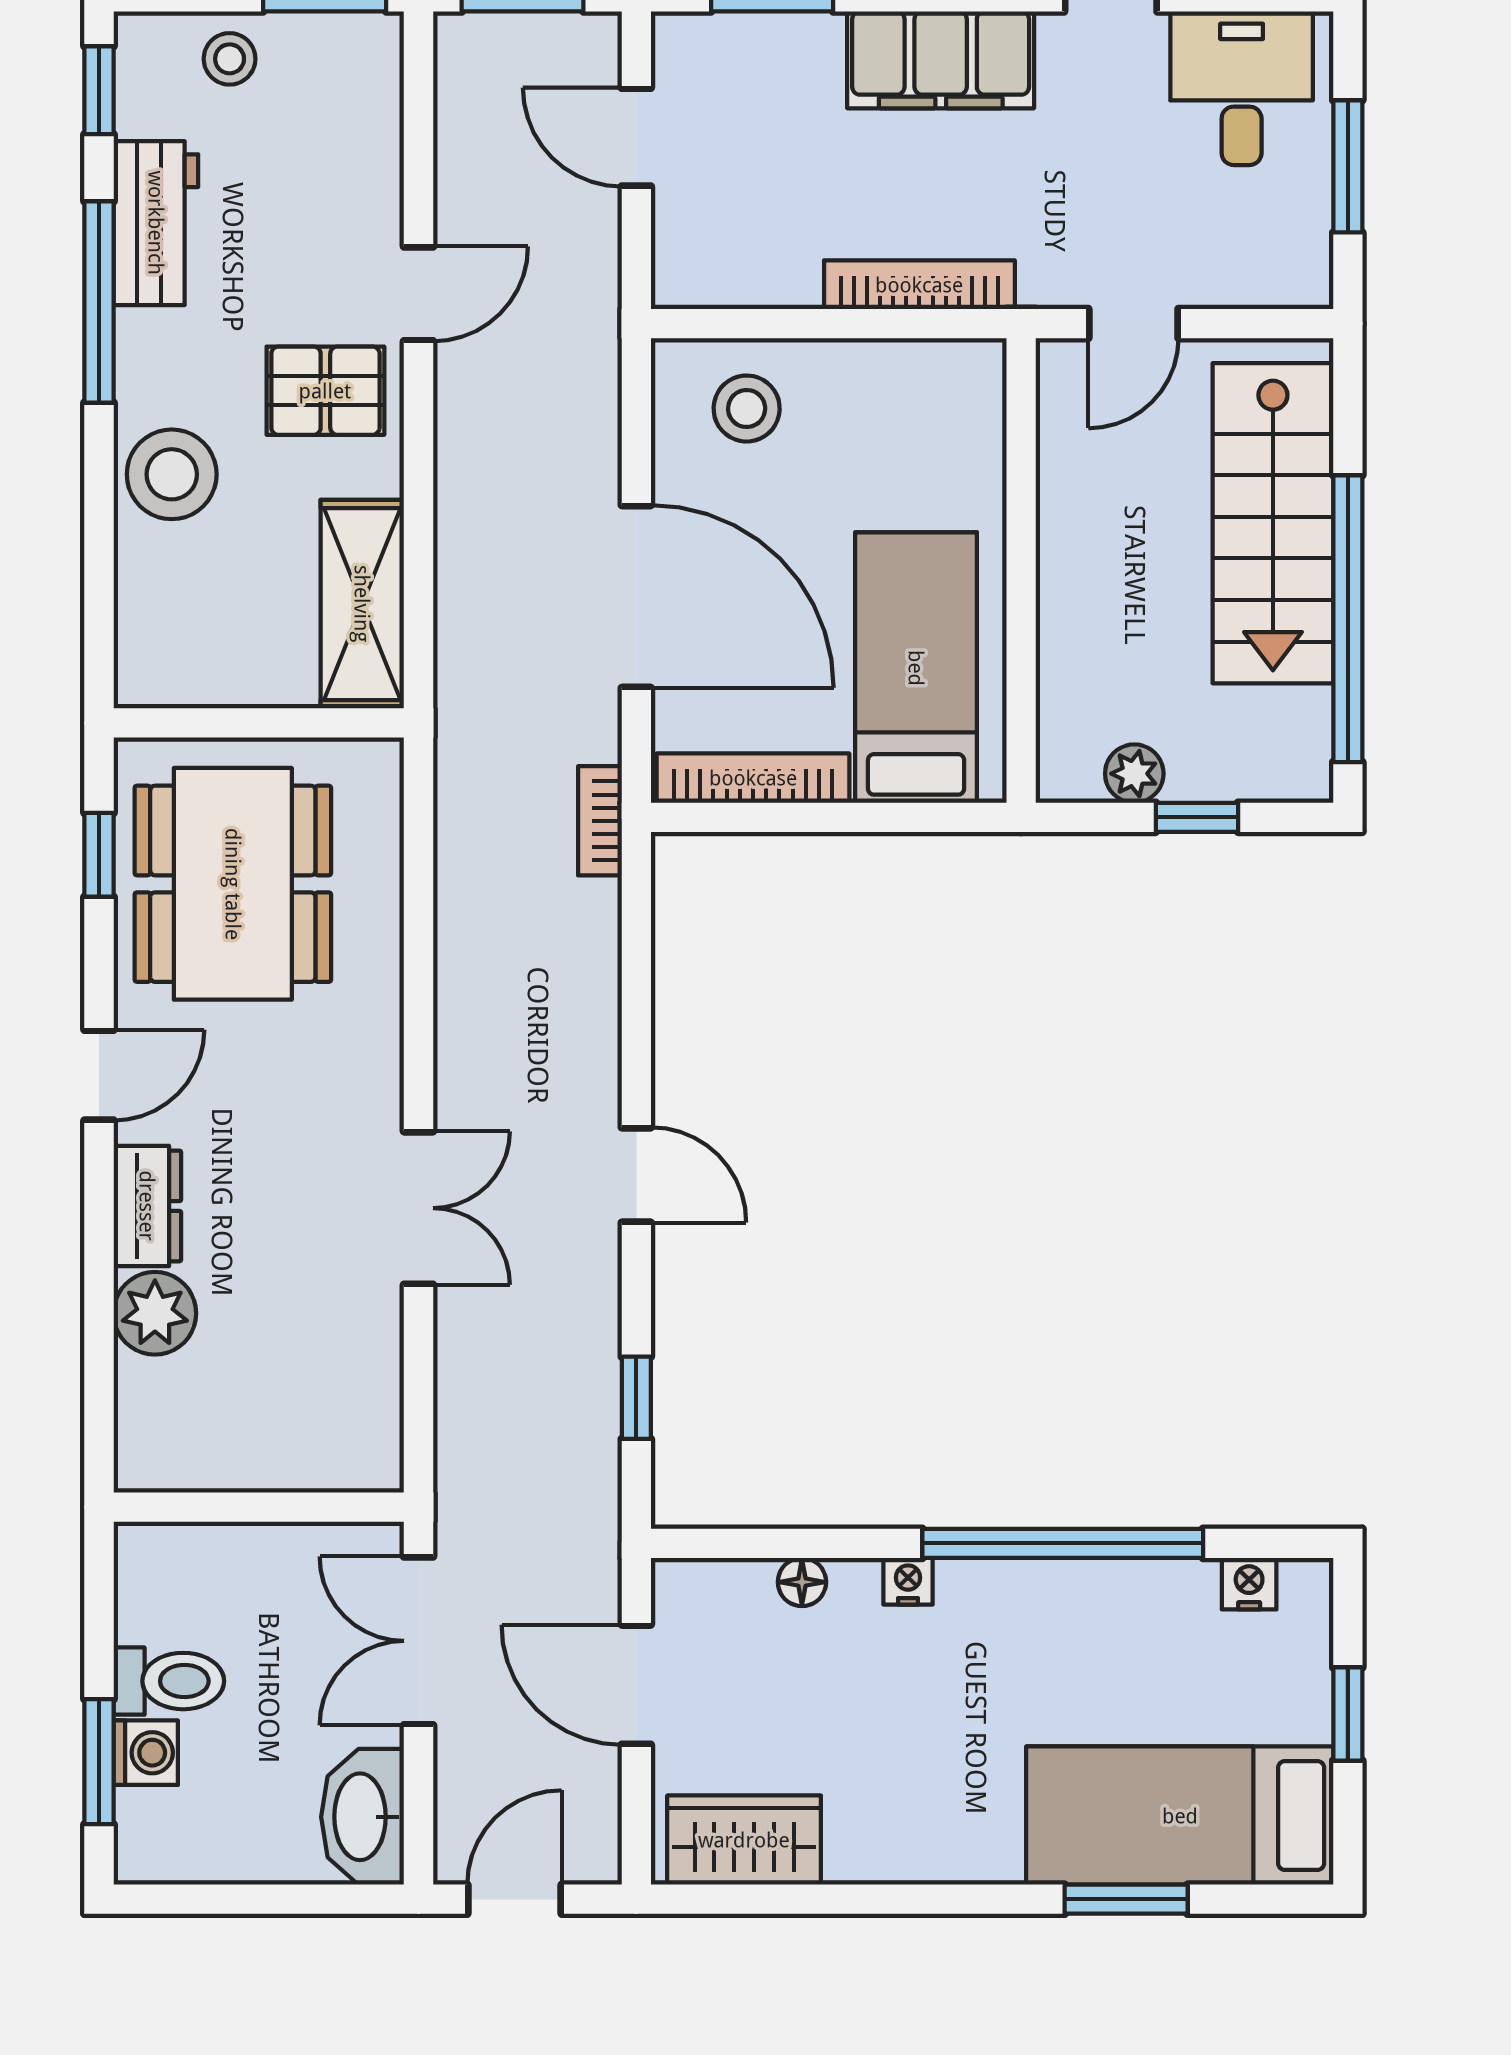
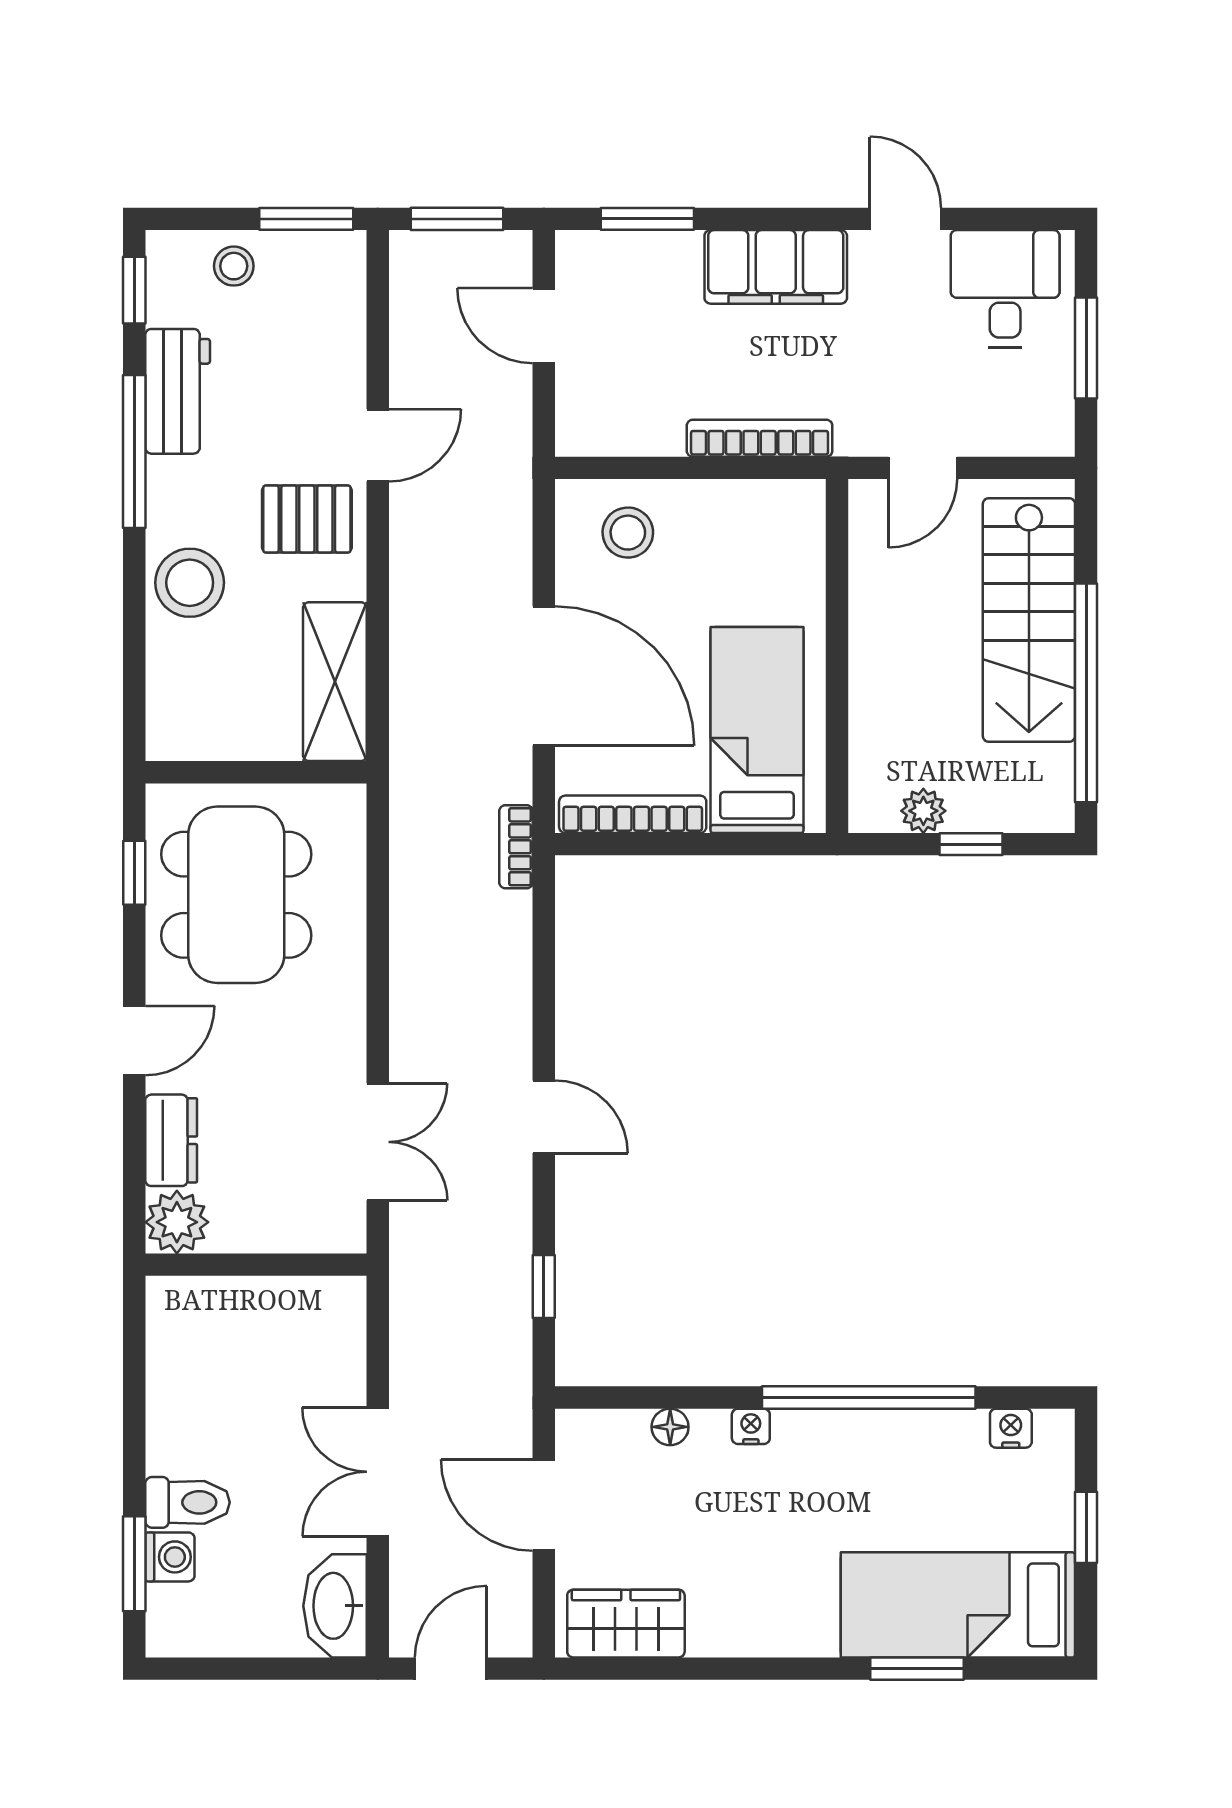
wall: (259, 1507) -> (256, 1265), moved

